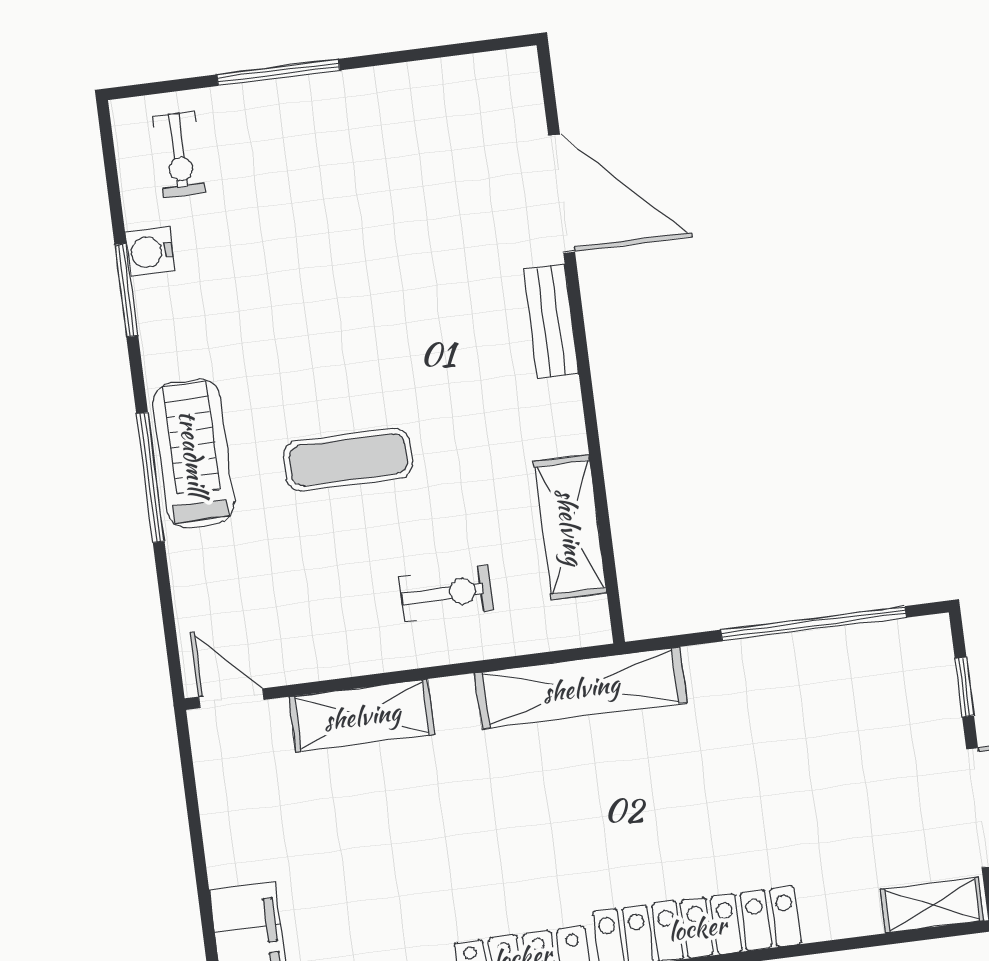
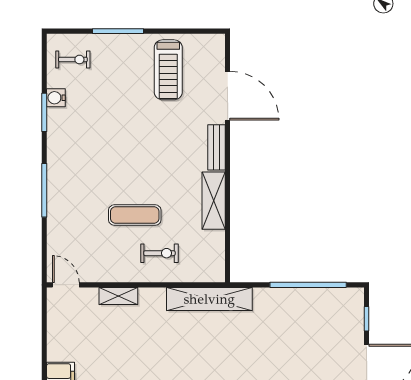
exercise bike: (179, 154) -> (73, 59), turned -90
treadmill: (193, 453) -> (168, 70), moved, turned 180
exercise mat: (348, 460) -> (135, 215), moved
shelving: (570, 527) -> (214, 201), moved
shelving: (362, 716) -> (118, 296), width x0.67, depth x0.75

